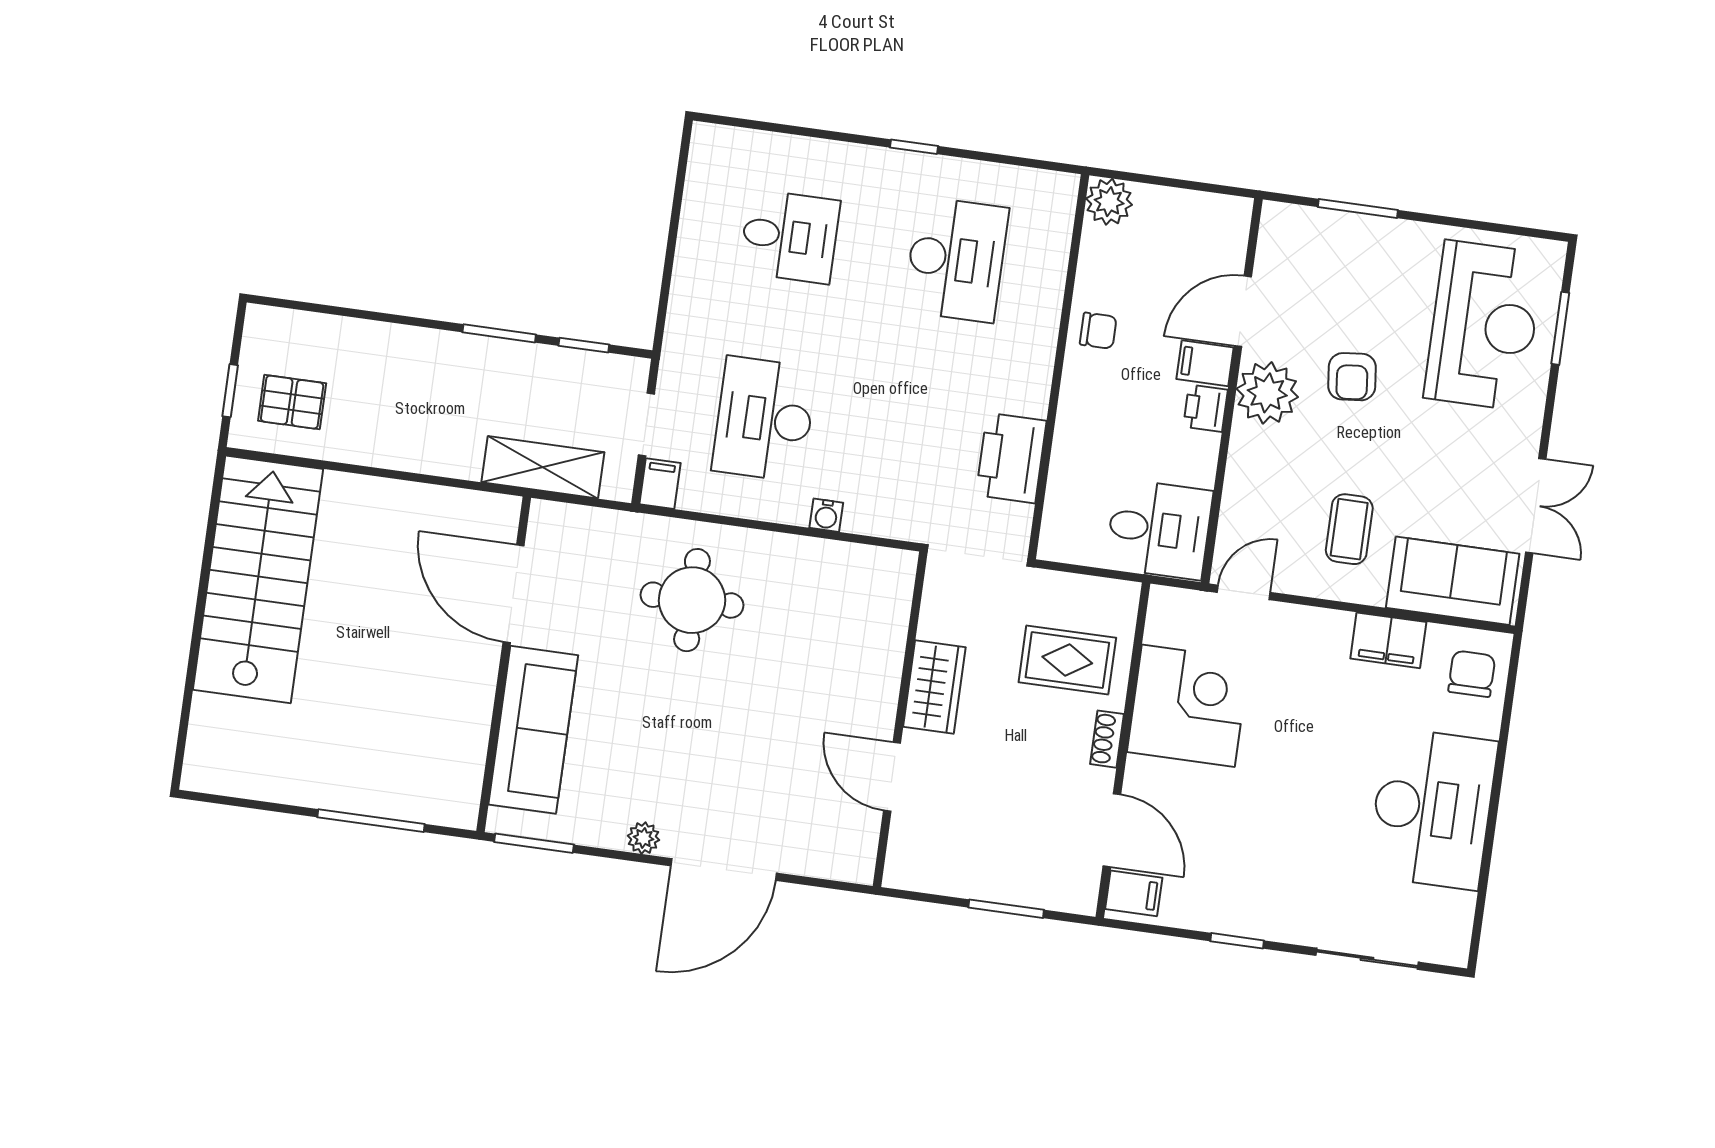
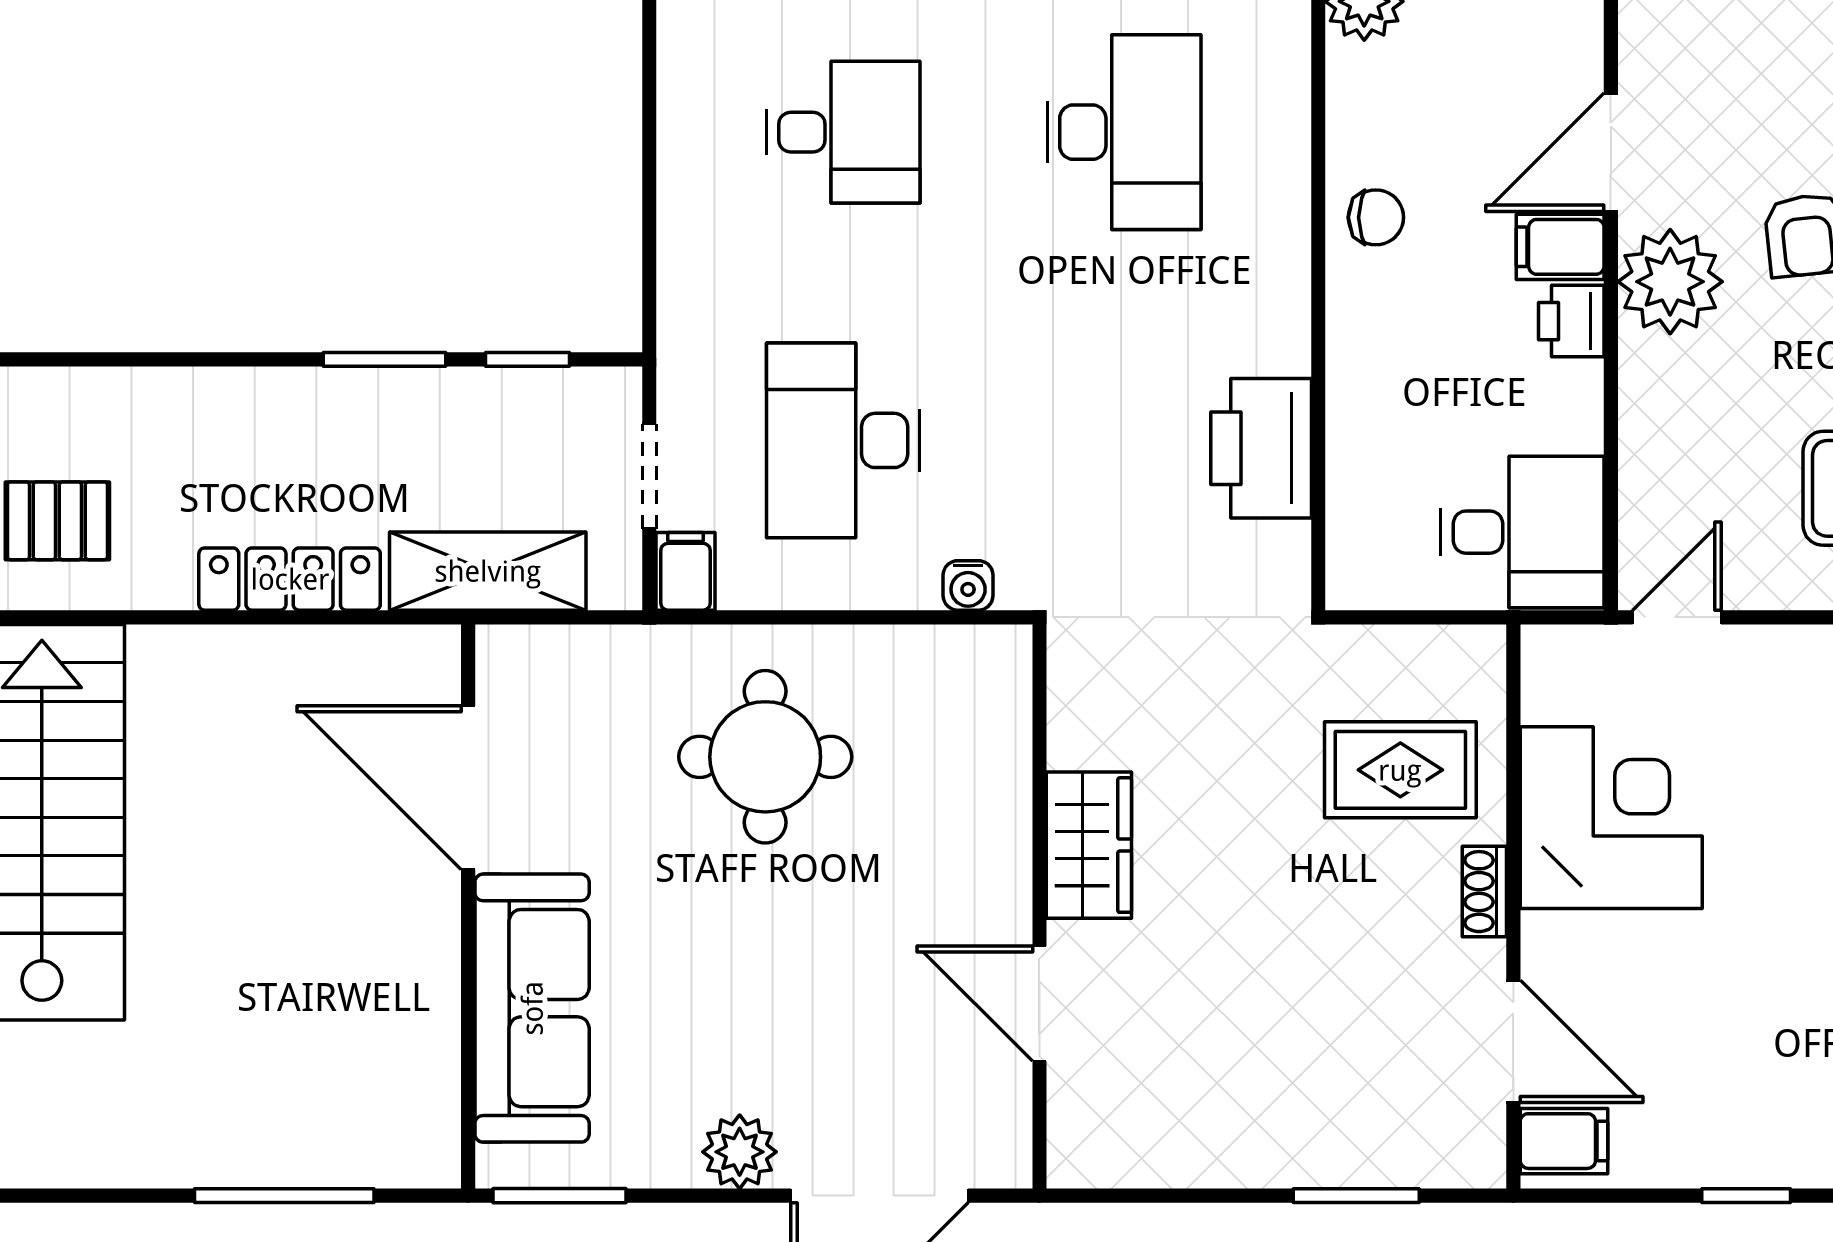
locker: (425, 456) -> (290, 579), added
wardrobe: (934, 687) -> (1089, 845), moved
wall: (900, 719) -> (1039, 906), moved
door: (892, 777) -> (1039, 1003), moved
plant: (643, 838) -> (740, 1152), width x1.38, depth x1.38

